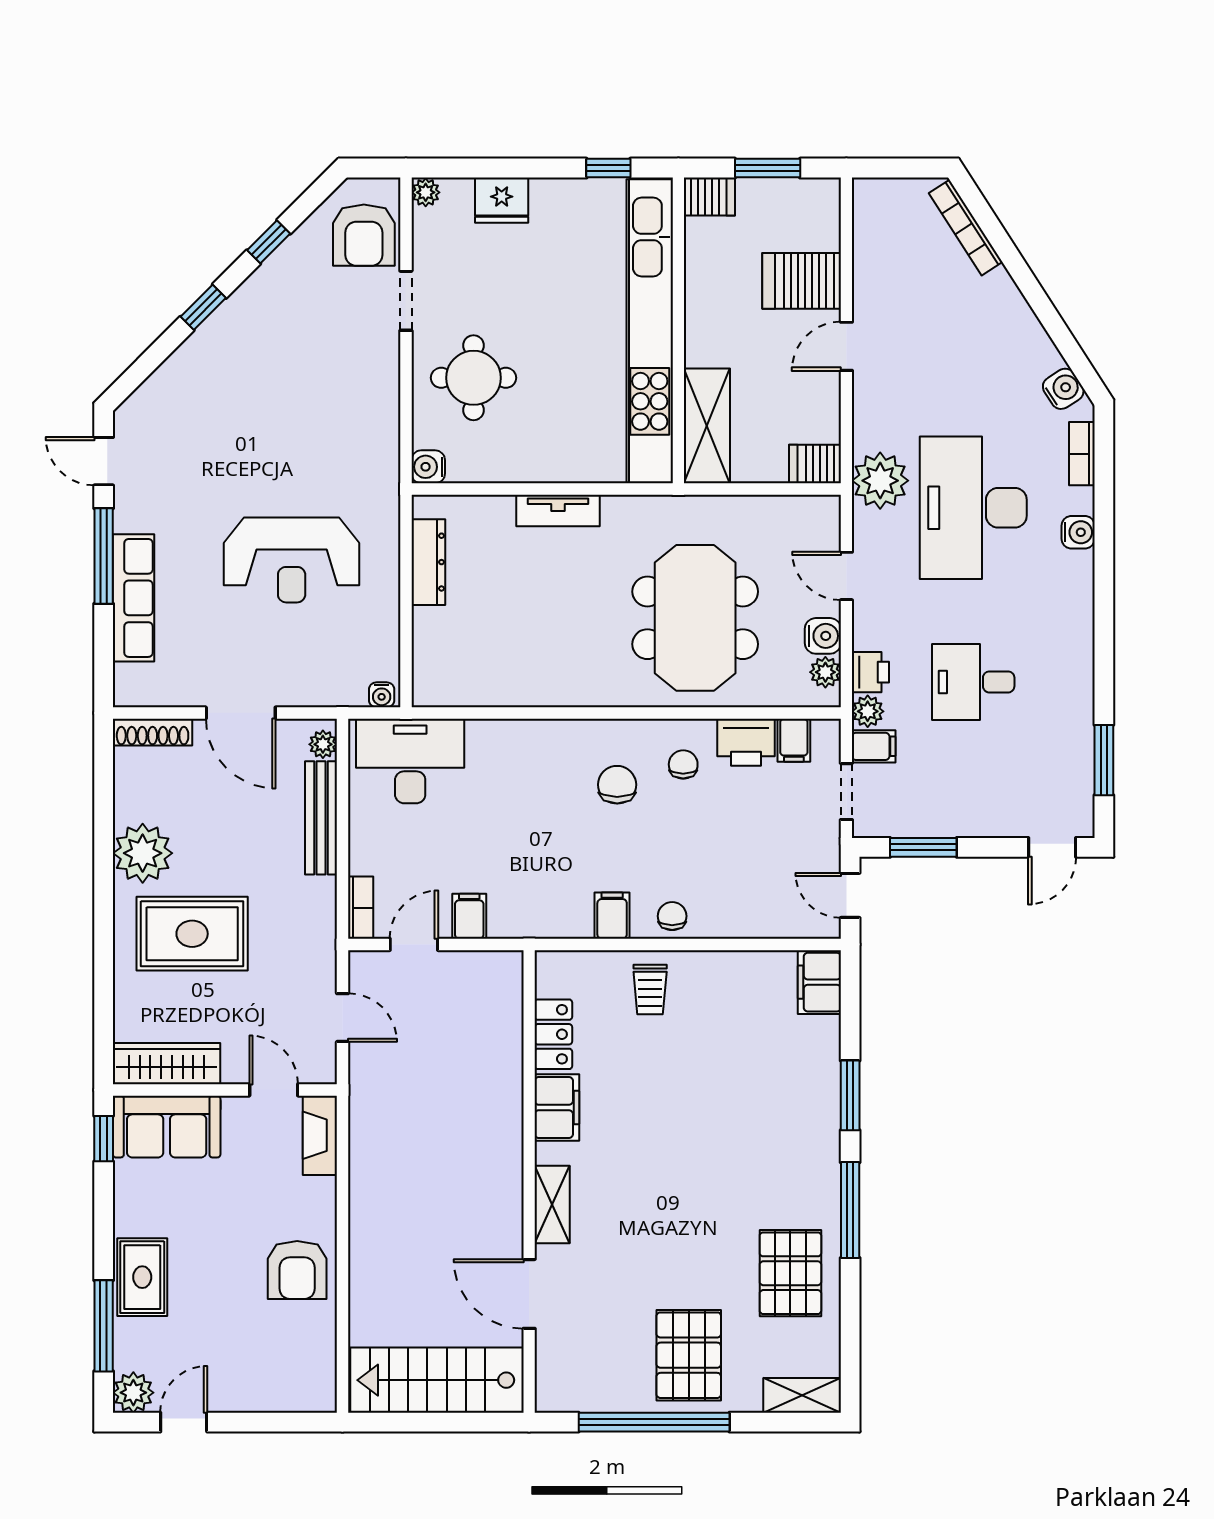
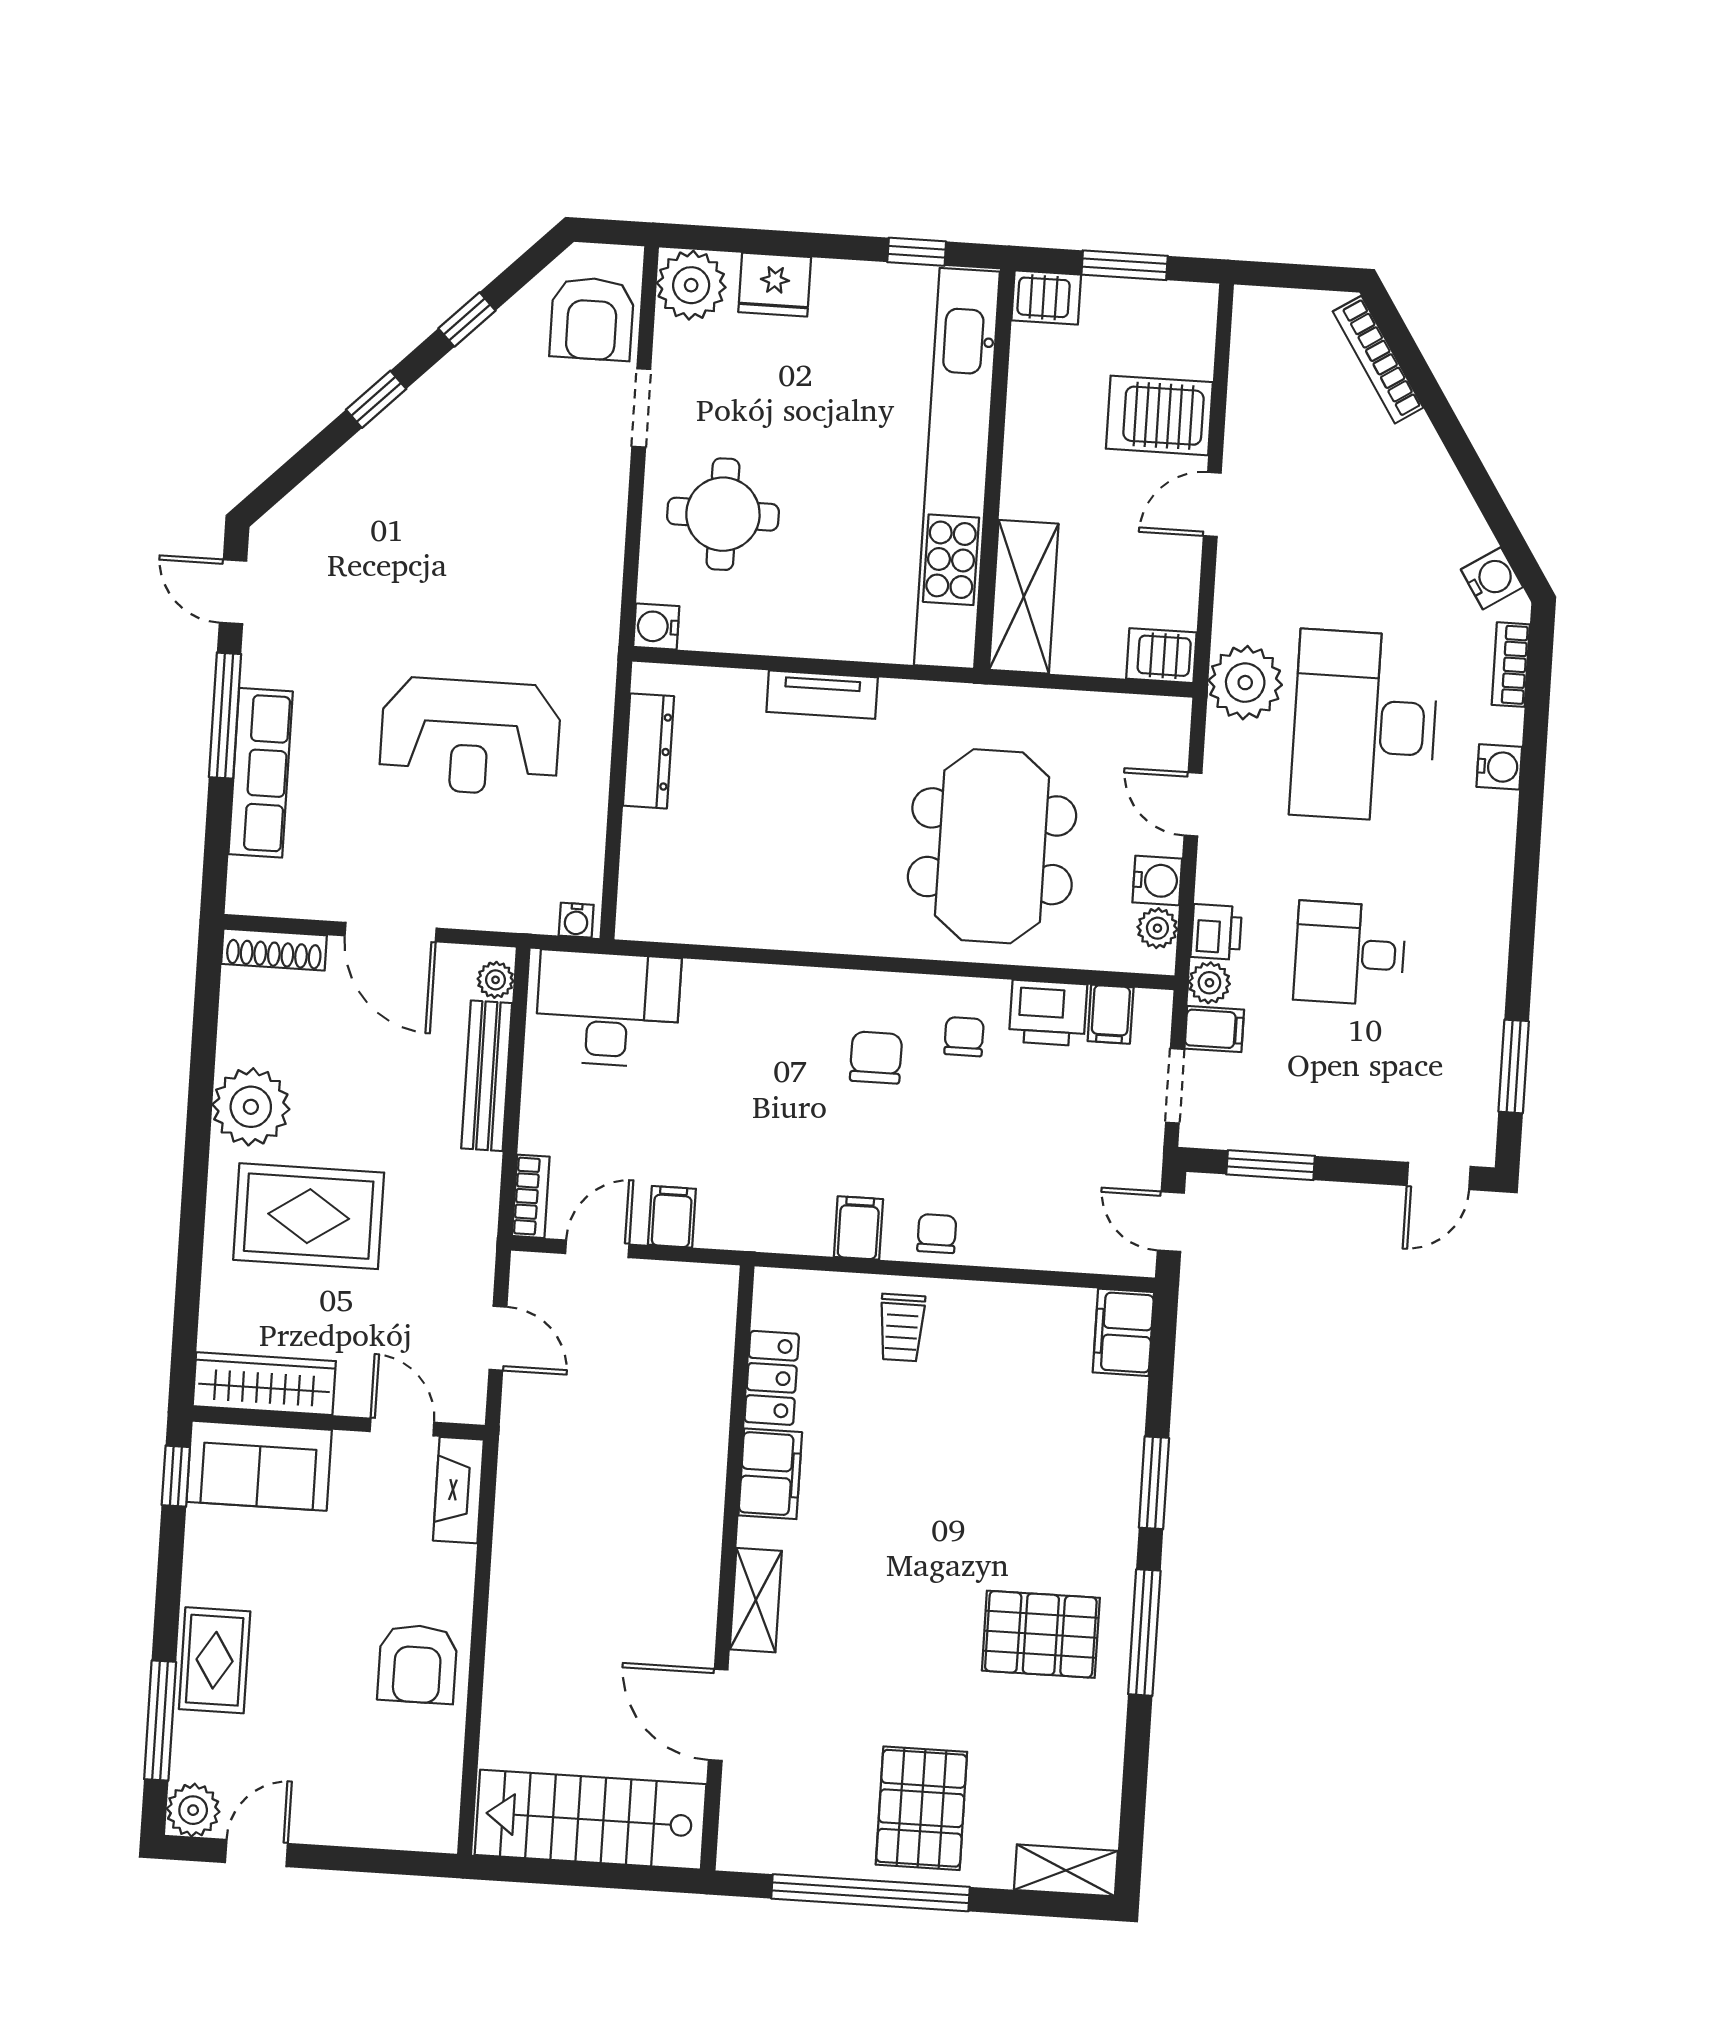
plant: (426, 192) -> (691, 285), width x1.88, depth x1.88
pallet: (790, 1273) -> (1041, 1634), moved, turned 90

